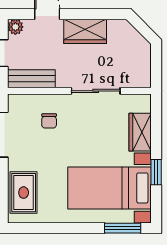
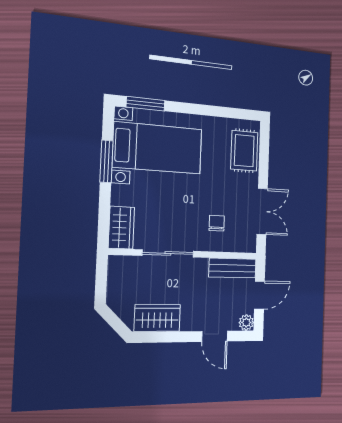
wardrobe: (85, 31) -> (157, 318), moved
wardrobe: (140, 132) -> (121, 228), moved
window: (156, 172) -> (106, 161), width x1.50

